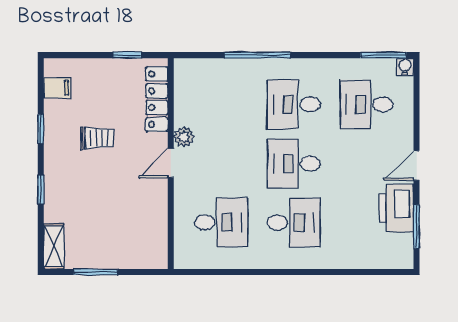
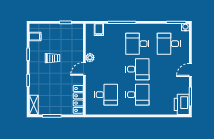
filing cabinet: (204, 72) -> (99, 30), added
locker: (157, 99) -> (78, 99), moved
desk: (294, 164) -> (137, 69), turned 180
printer: (396, 208) -> (182, 104), moved

